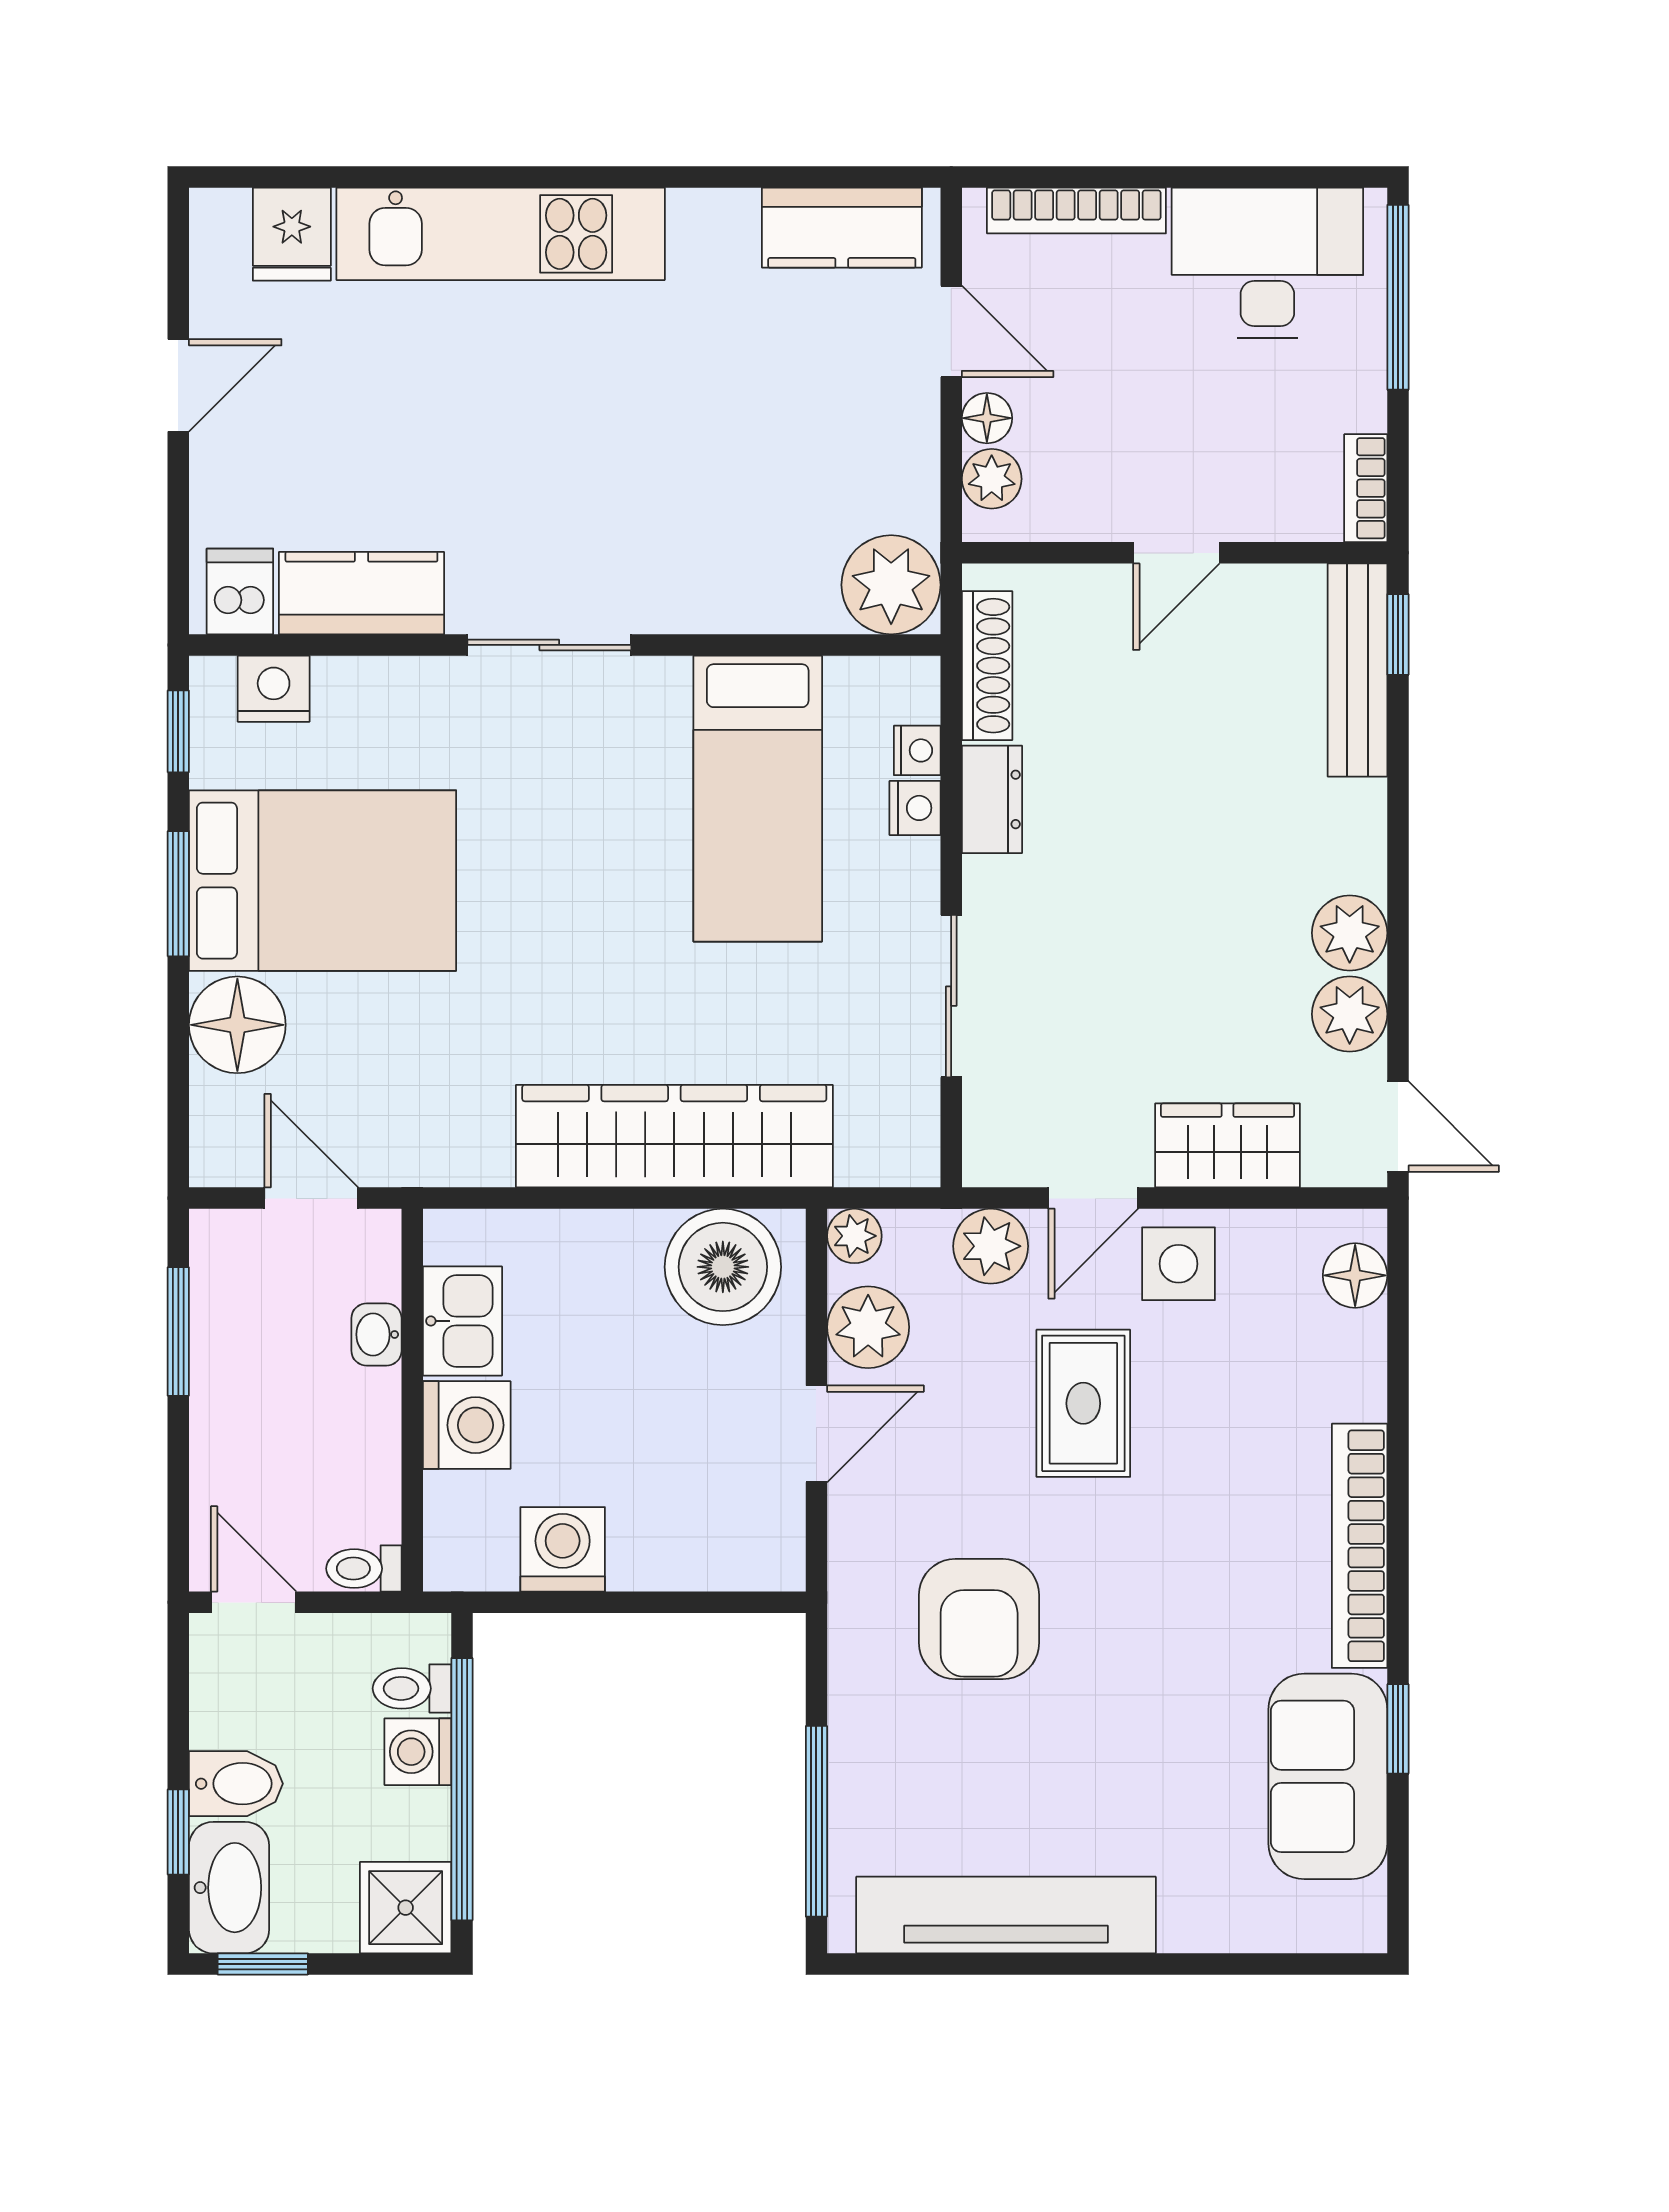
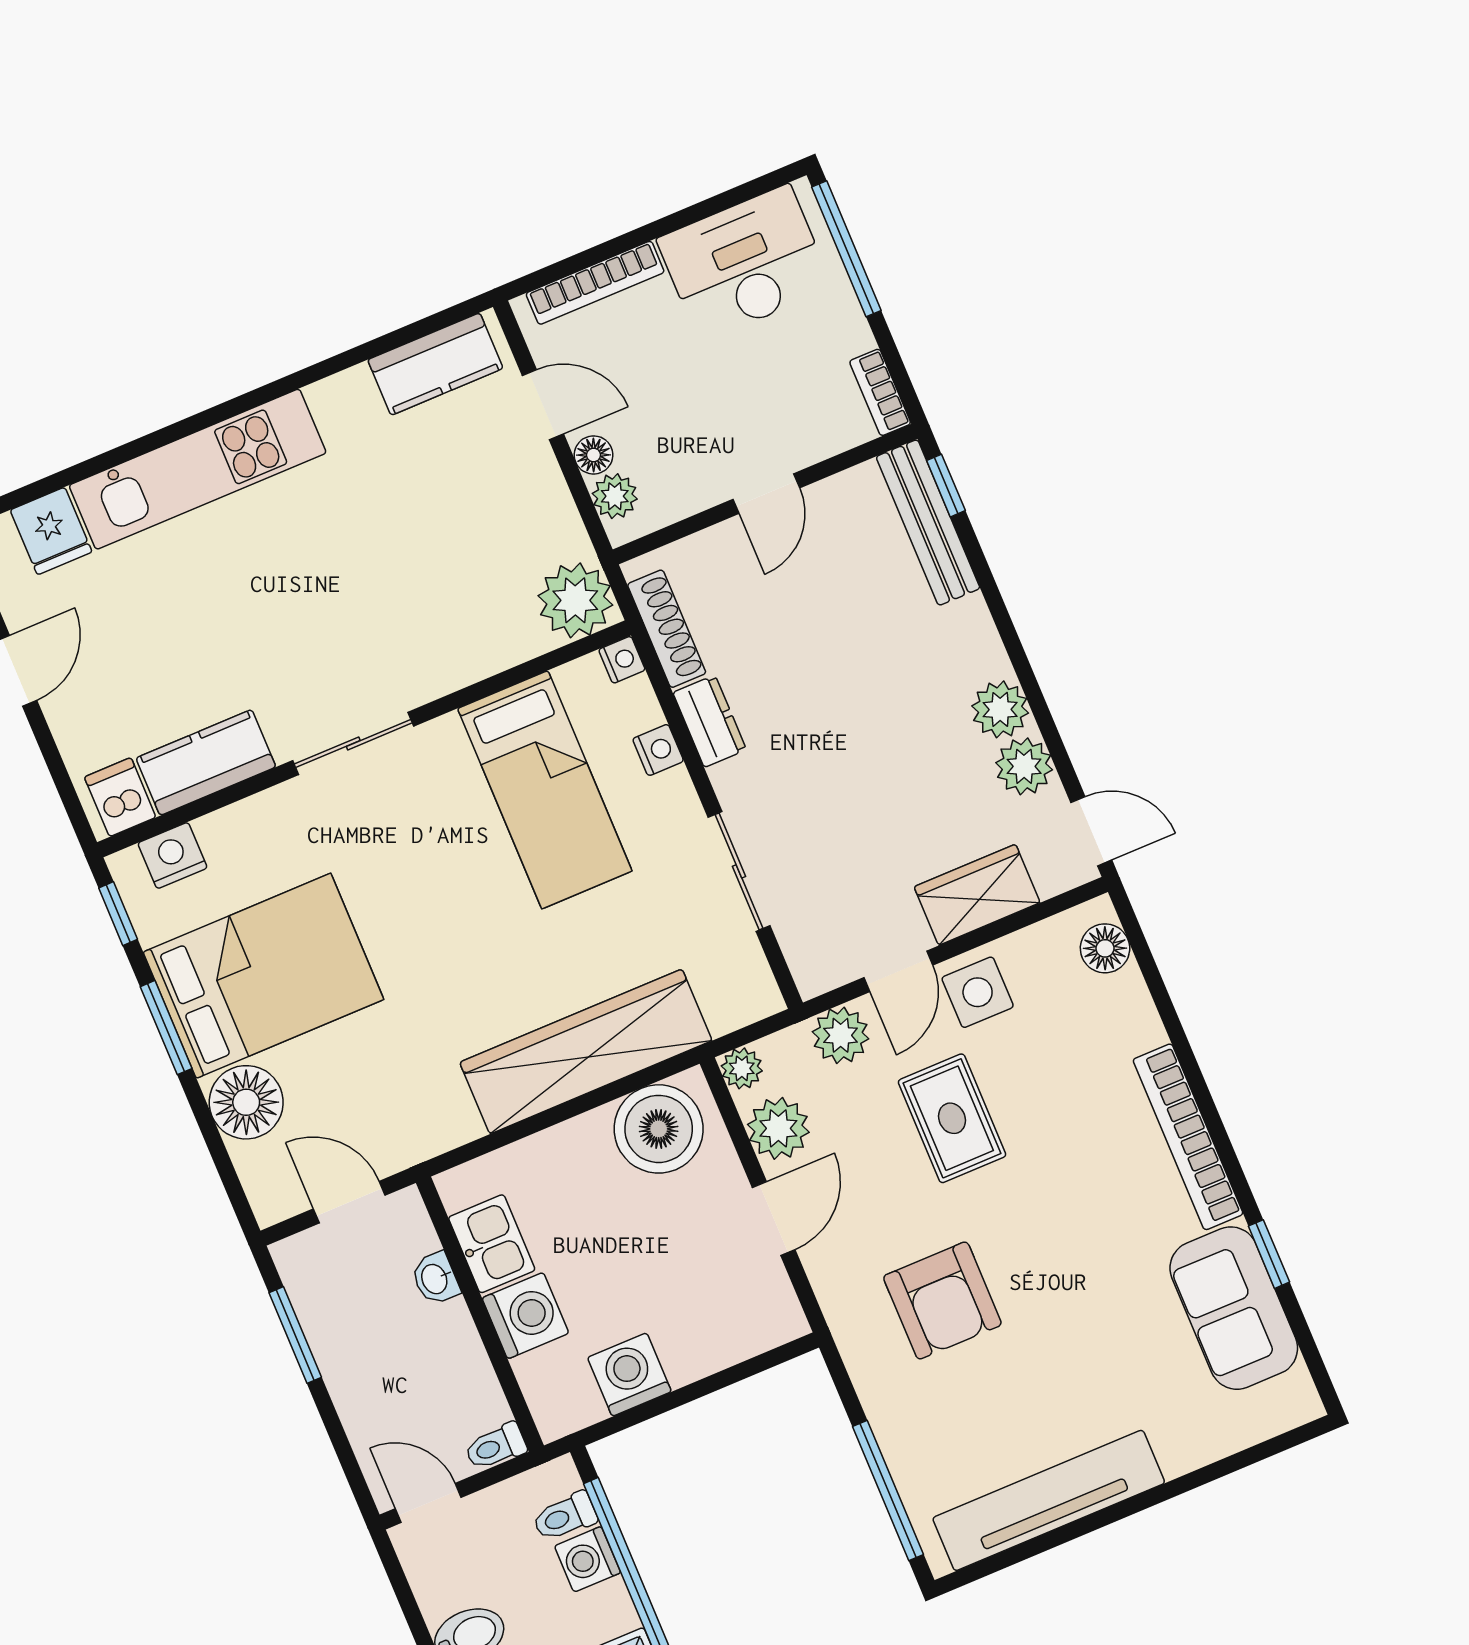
nightstand: (917, 750) -> (622, 660), moved

